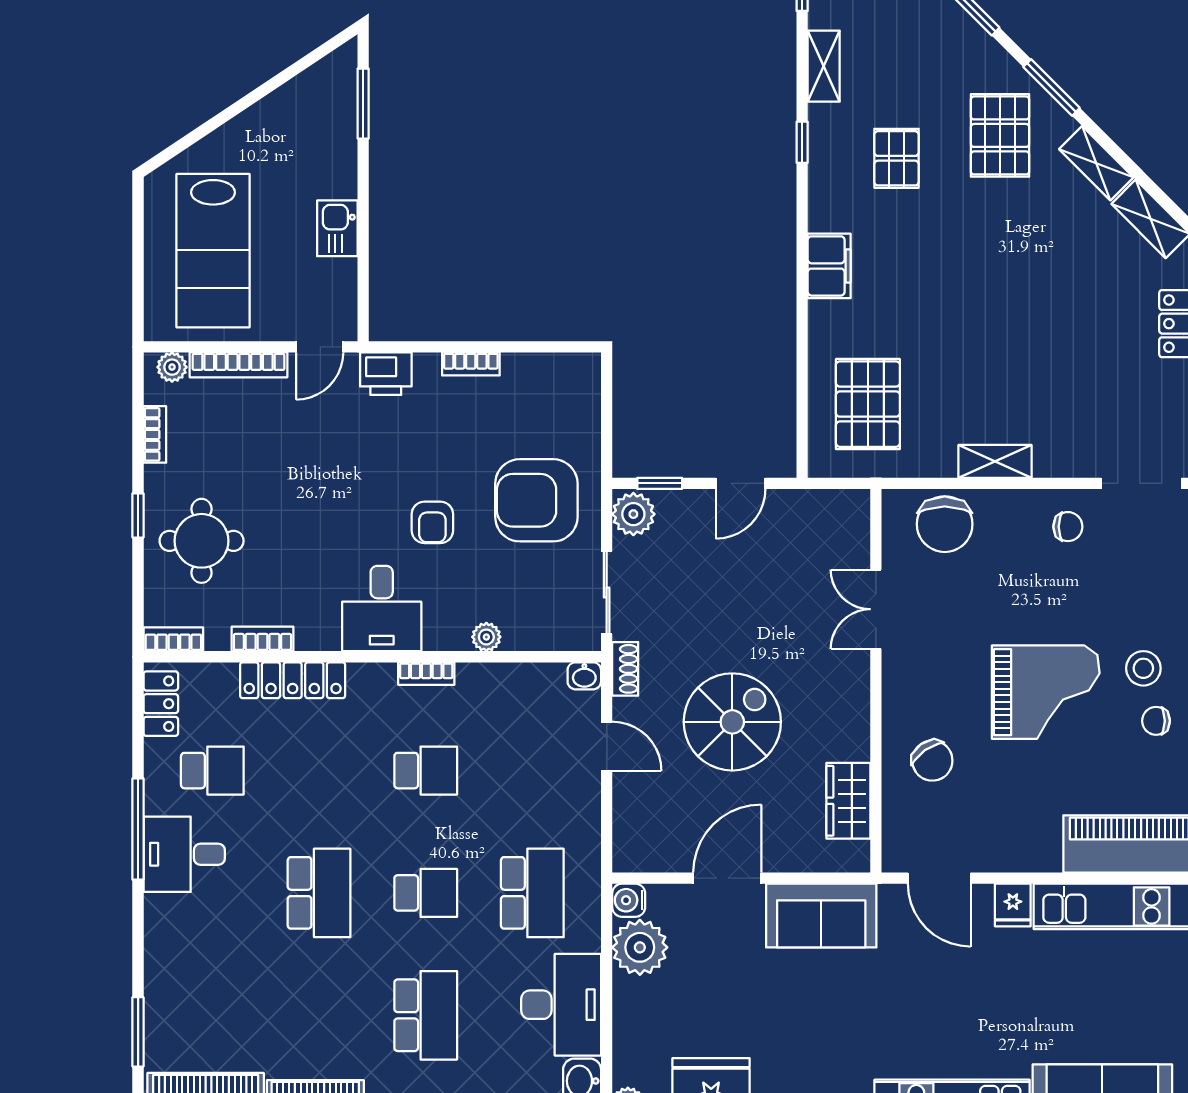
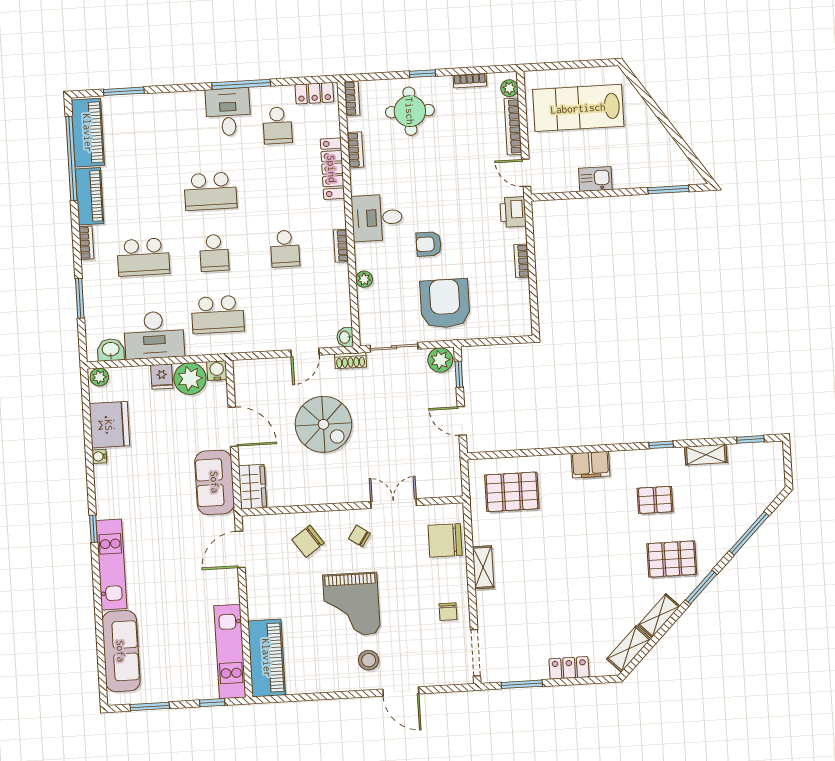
chair: (1156, 721) -> (359, 536), moved, turned -56
wardrobe: (848, 801) -> (252, 487), moved, turned 90
fridge: (1013, 905) -> (162, 377), moved, turned -90

